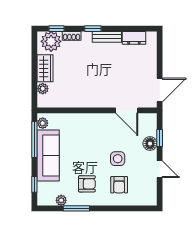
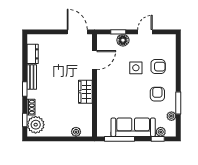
wardrobe: (45, 68) -> (85, 92), moved, turned -90
plant: (43, 123) -> (161, 132), moved

